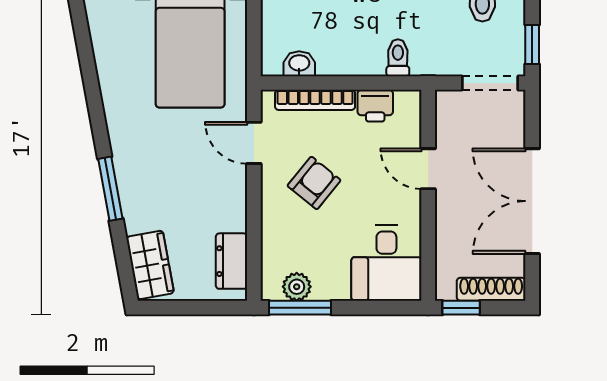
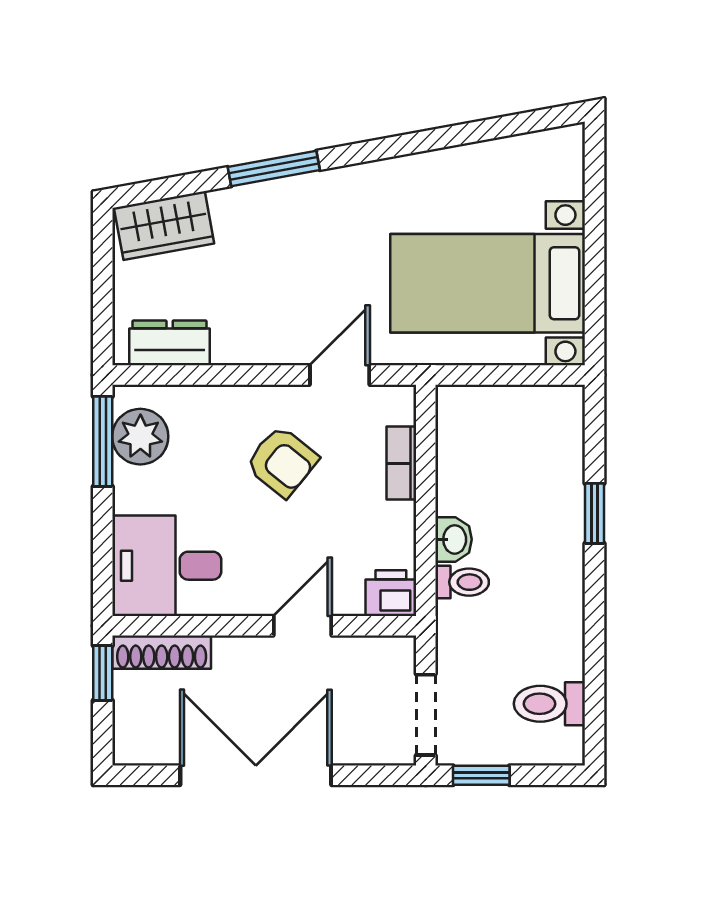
washbasin: (299, 64) -> (454, 539), moved
bookcase: (315, 100) -> (401, 463), width x0.64
printer: (375, 106) -> (391, 593), moved, turned 90
plant: (297, 287) -> (140, 437), width x1.38, depth x1.38
shoe rack: (491, 289) -> (162, 652), moved, turned 90

